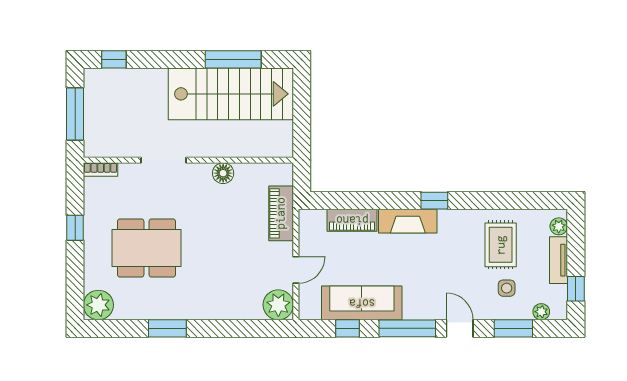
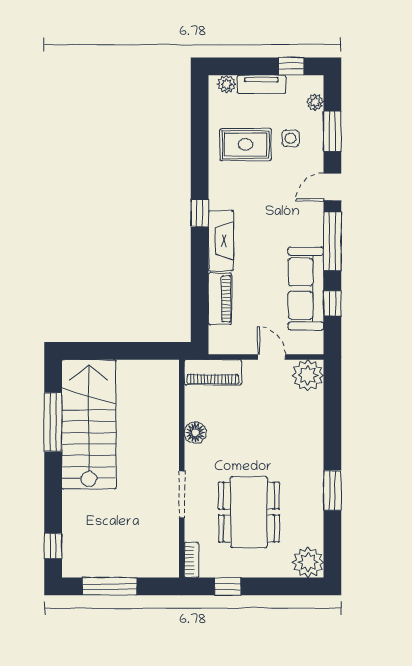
doorway: (164, 160) -> (182, 494), moved
wall: (188, 160) -> (182, 469), moved
bookcase: (101, 170) -> (191, 560), moved
floor lamp: (223, 173) -> (195, 433), moved

